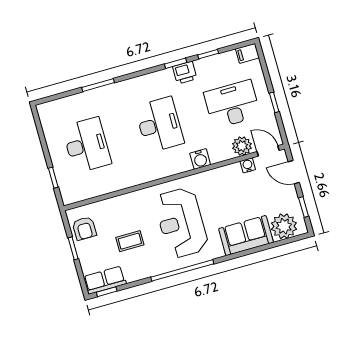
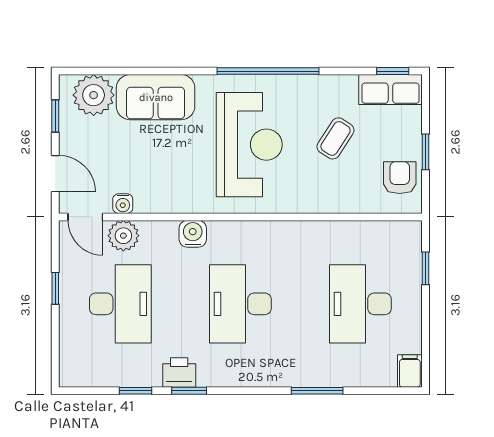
filing cabinet: (247, 53) -> (410, 371), moved, turned -90
desk: (232, 104) -> (120, 304), turned -90
coffee table: (130, 241) -> (335, 138), turned -57

